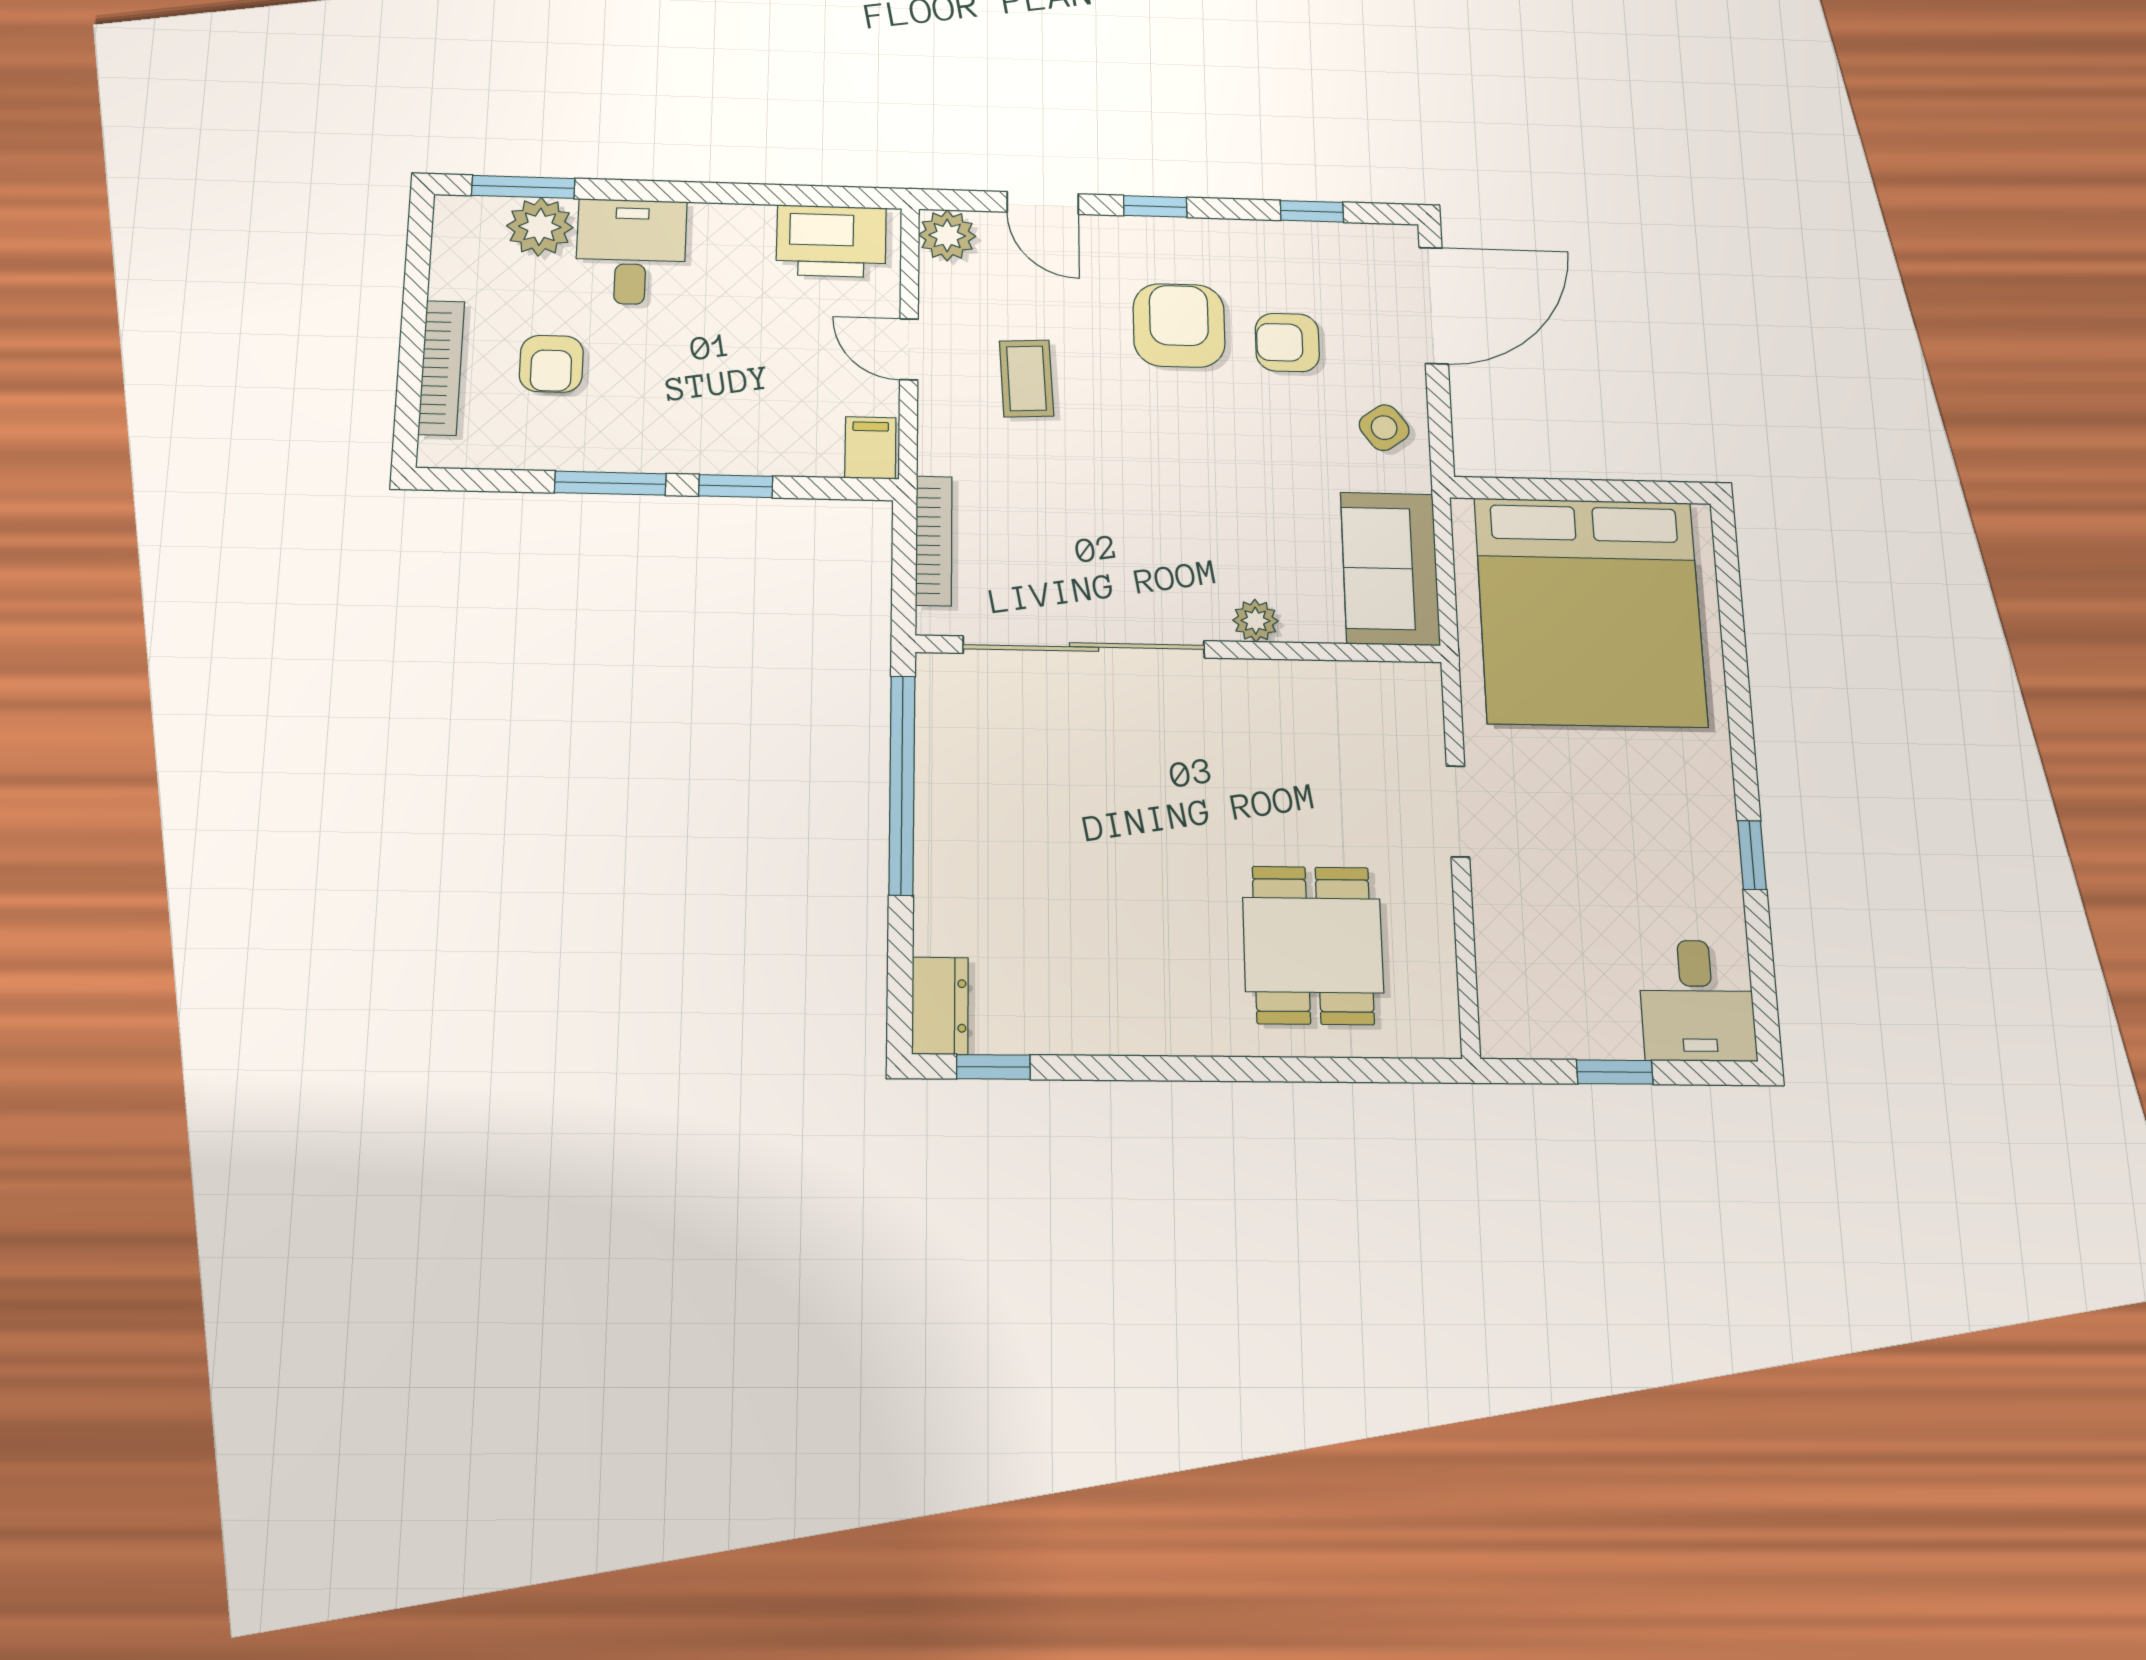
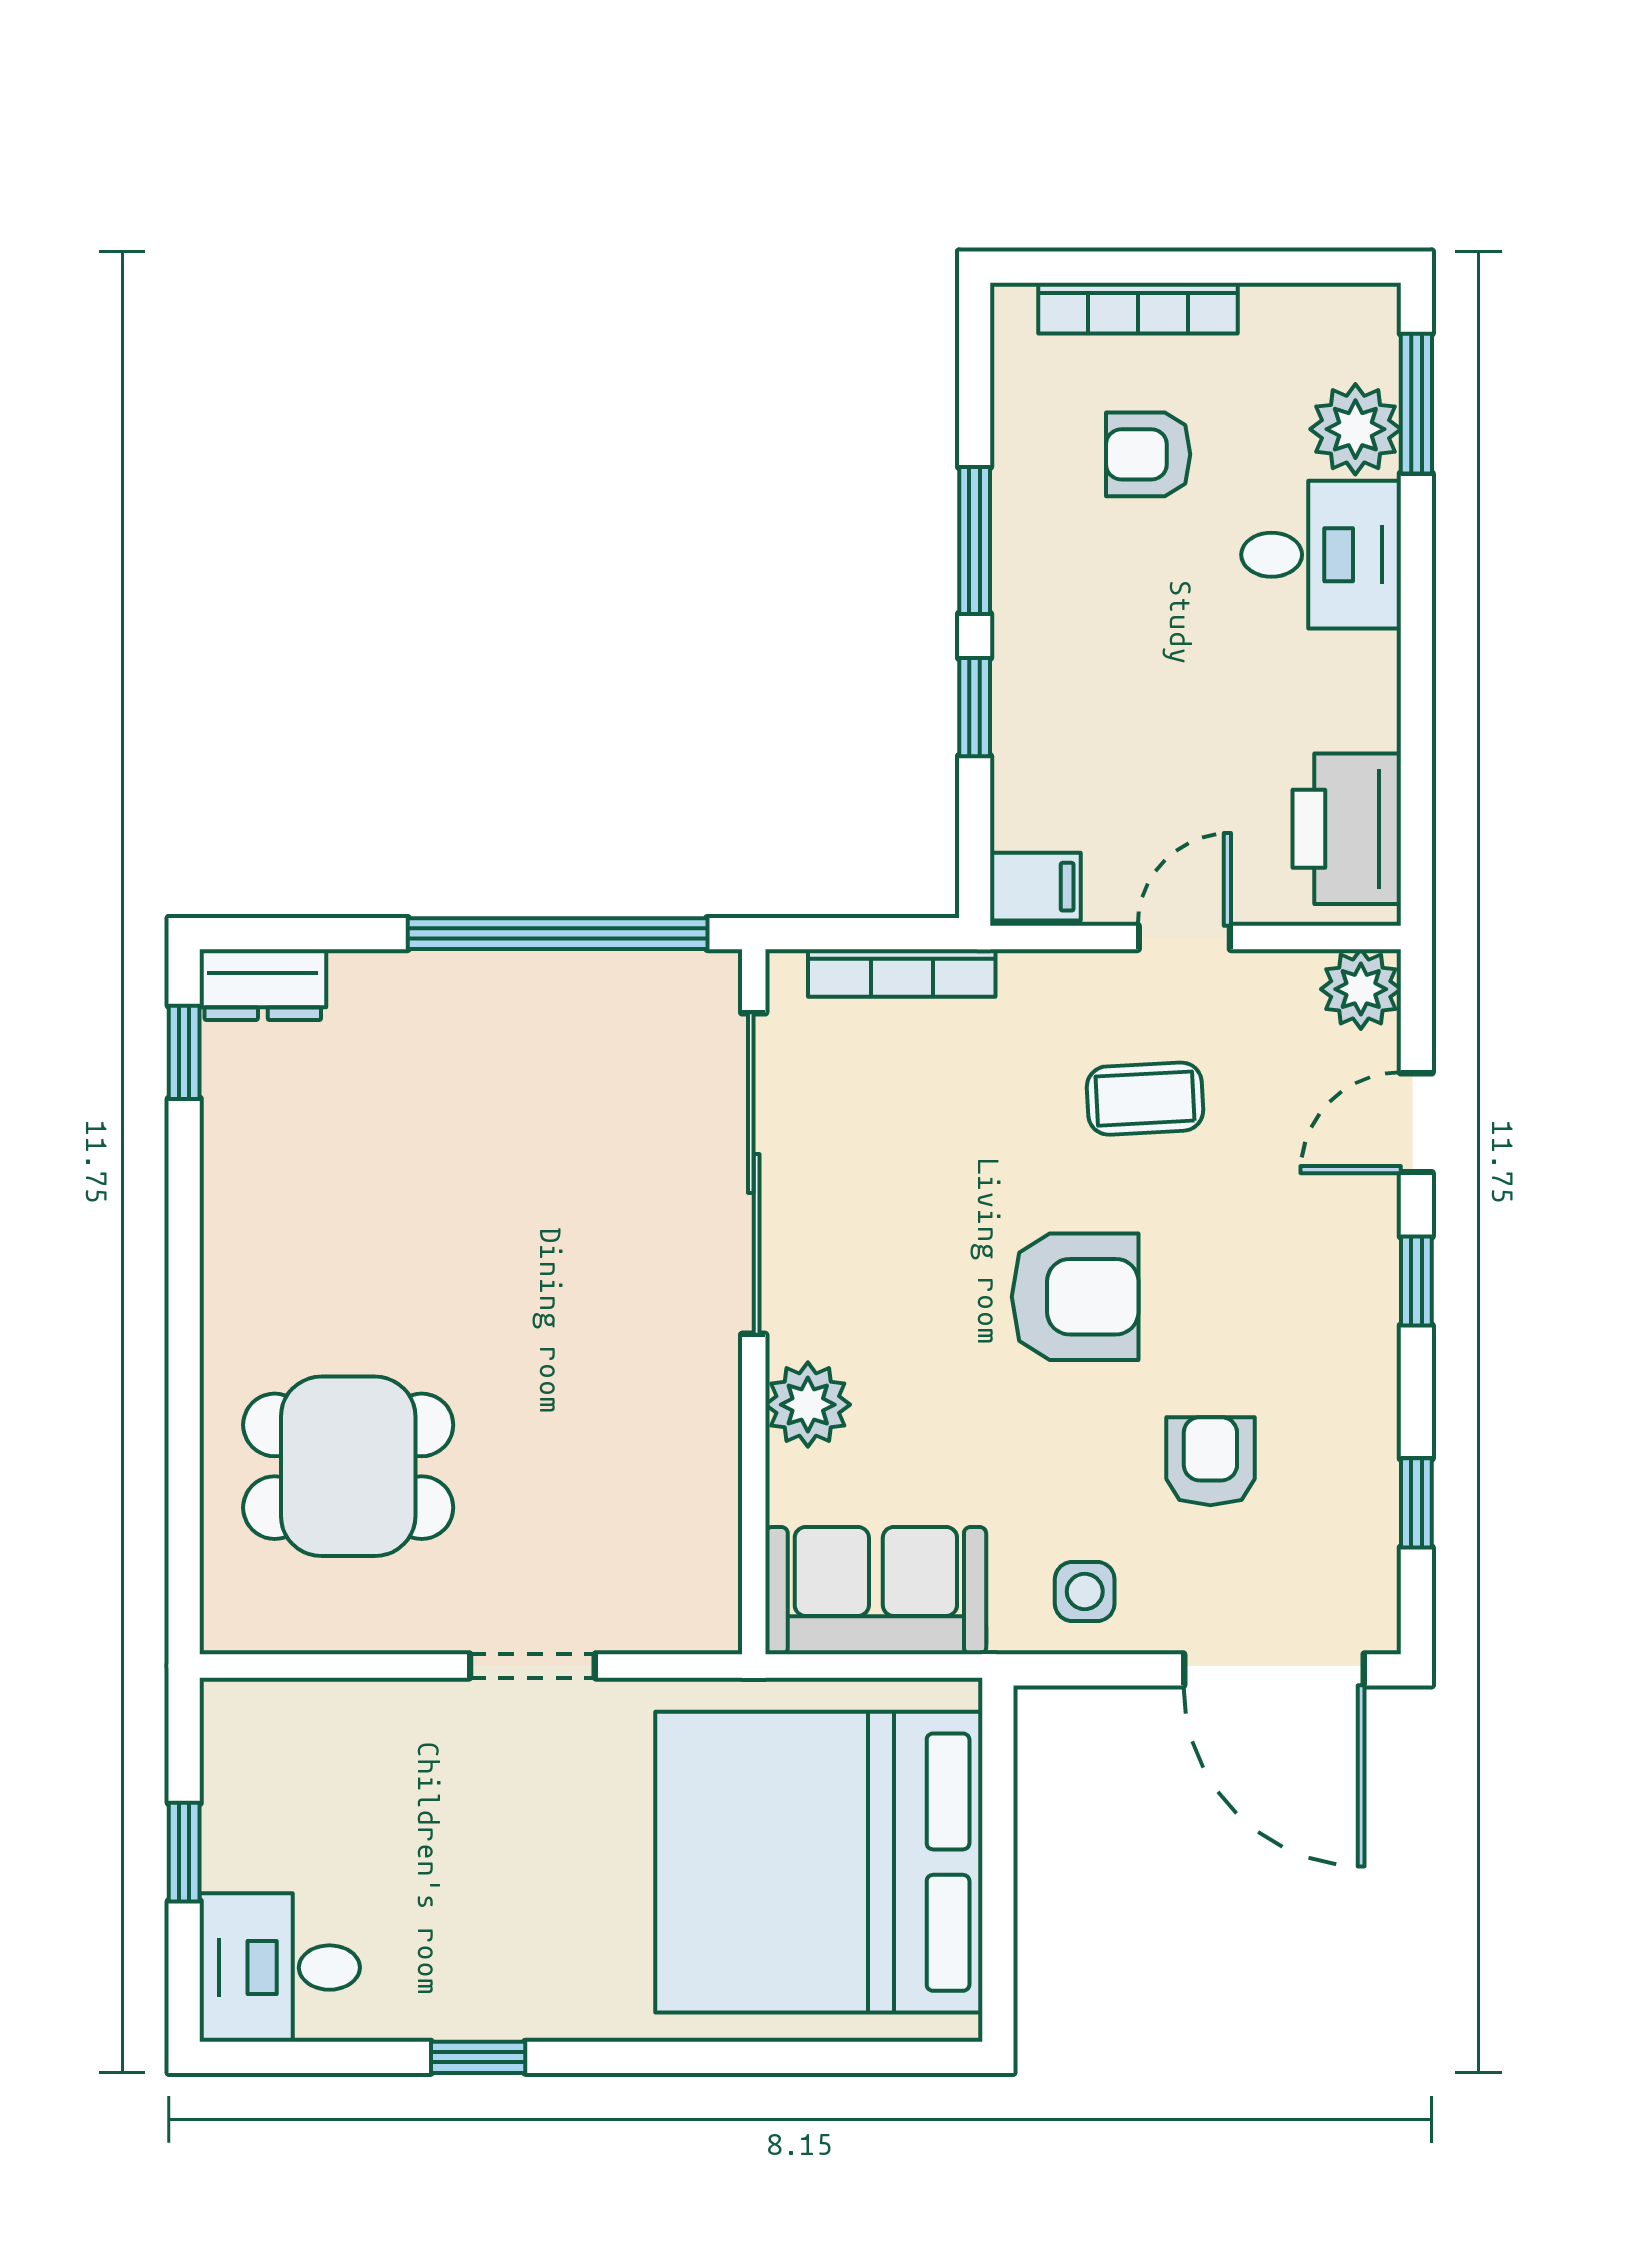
armchair: (1179, 325) -> (1075, 1297), moved
side table: (1384, 428) -> (1085, 1591), turned 36
plant: (1255, 621) -> (808, 1405), width x1.38, depth x1.38

